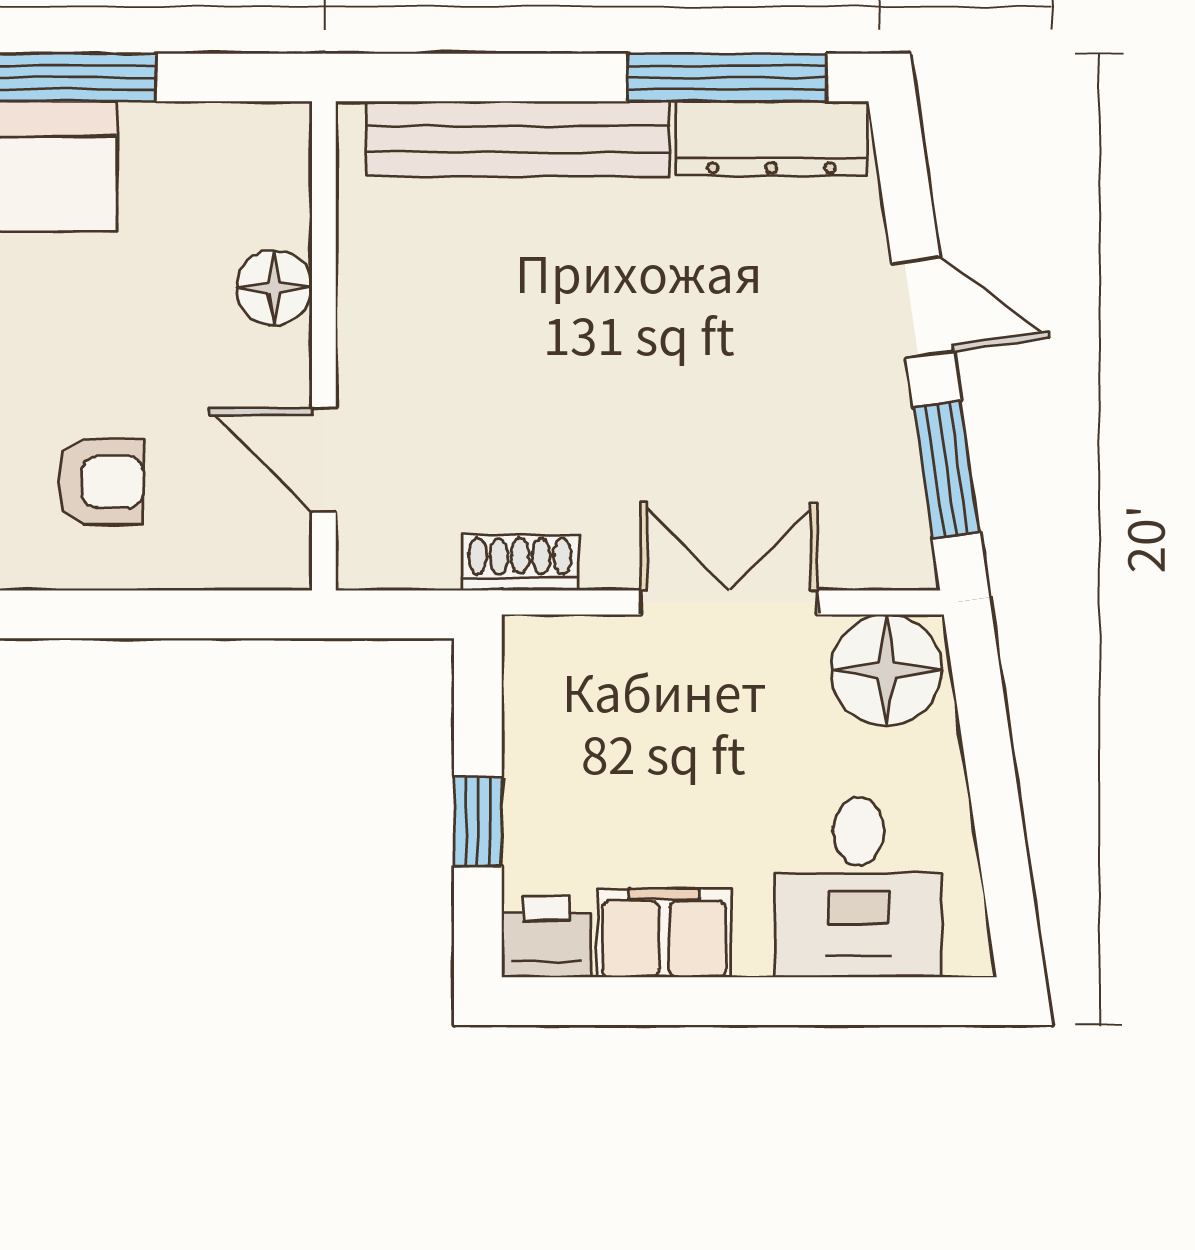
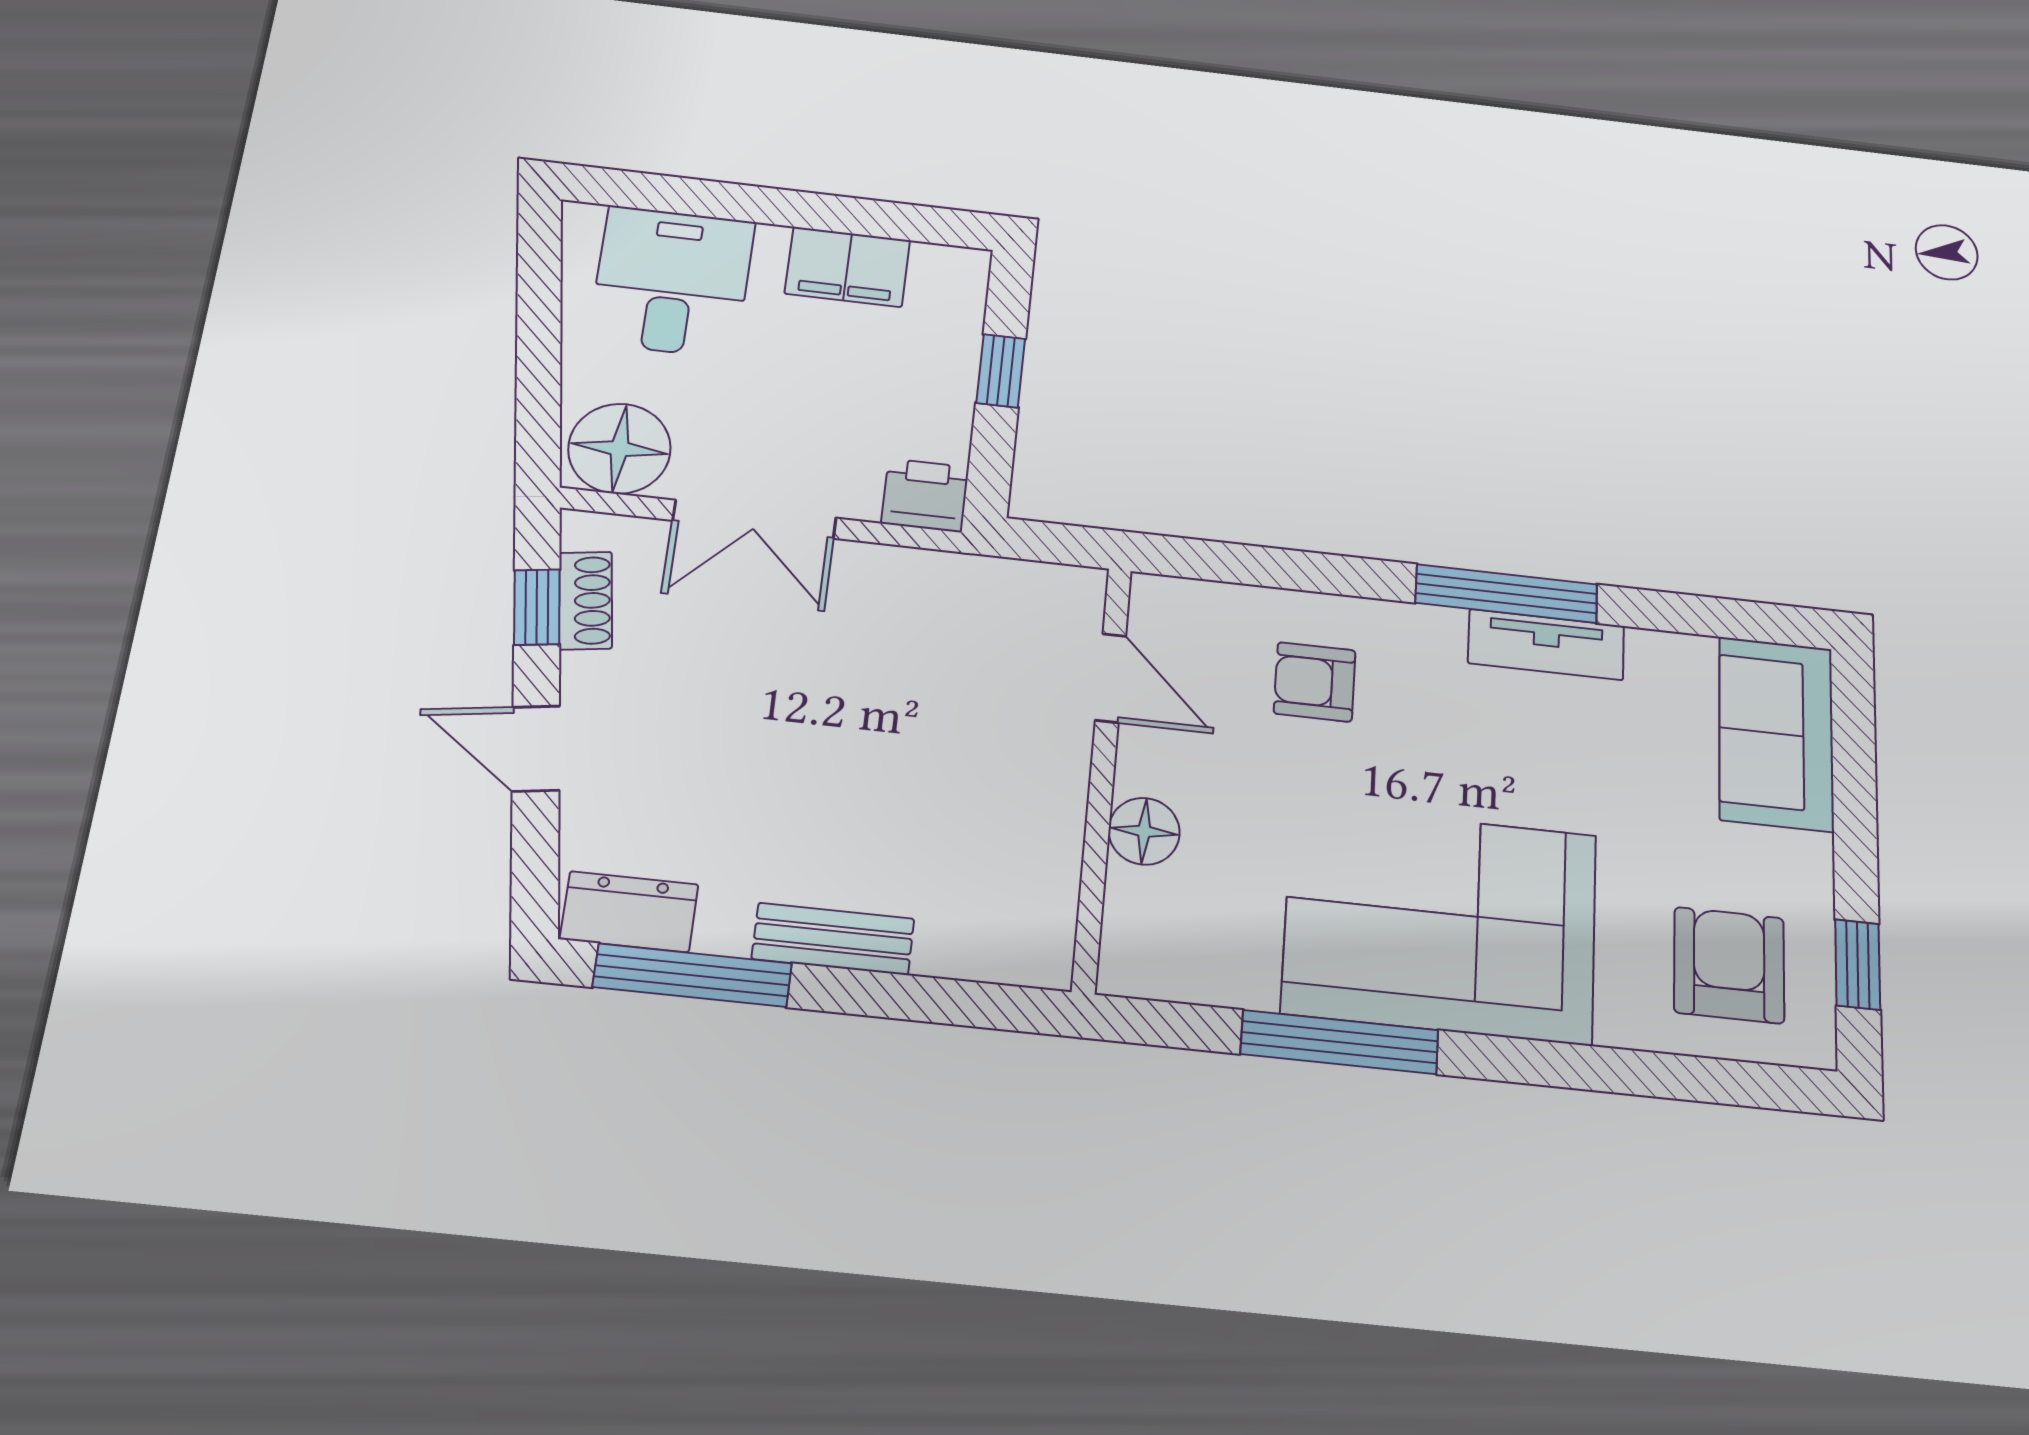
bench: (518, 139) -> (833, 939), width x0.54, depth x0.82
dresser: (771, 139) -> (629, 912), width x0.70
window: (947, 470) -> (537, 607), width x0.67
shoe rack: (520, 563) -> (586, 601), moved, turned -98
printer: (546, 937) -> (925, 495), moved, turned 180

